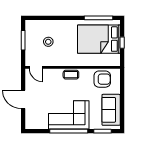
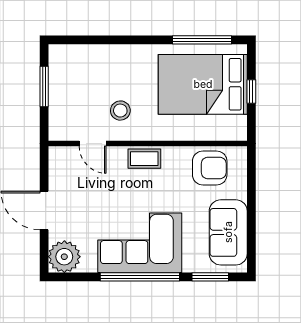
stool: (48, 42) -> (120, 111), moved
door: (36, 67) -> (93, 144), moved
plant: (33, 121) -> (64, 257), added

